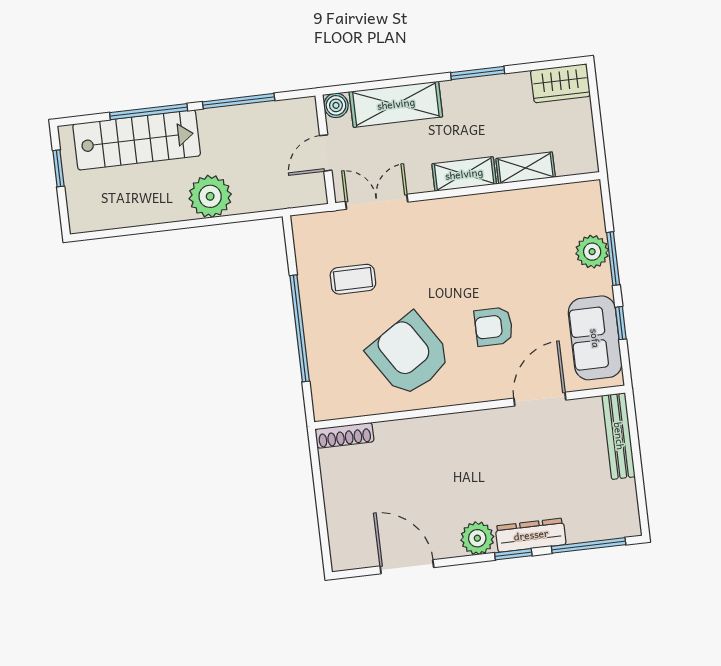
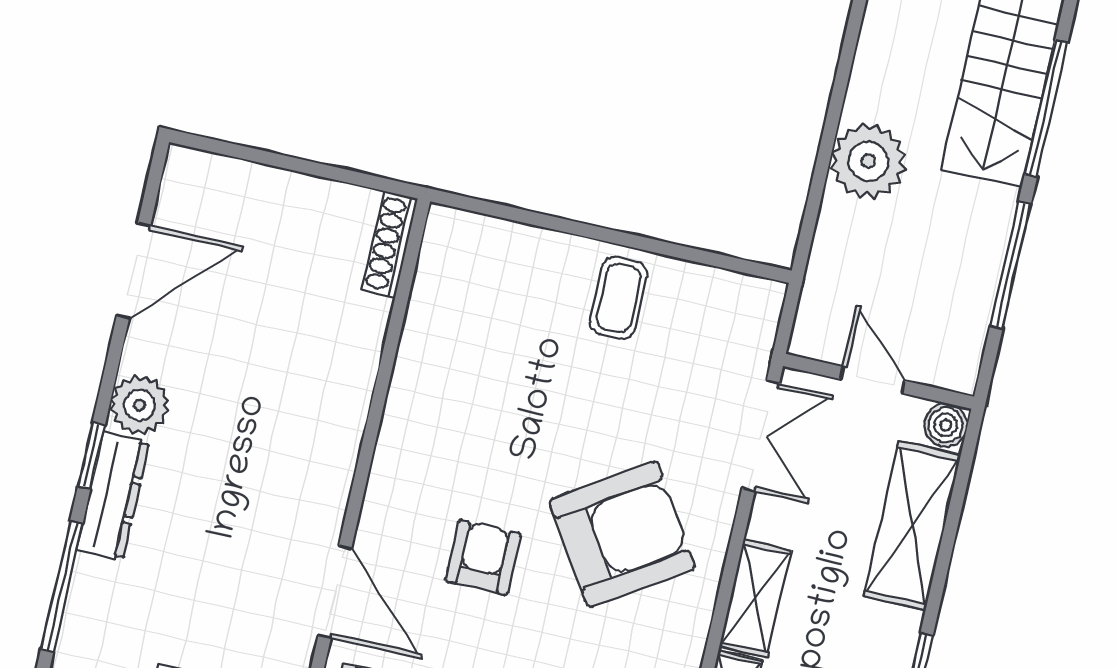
coffee table: (353, 279) -> (619, 298), moved
window: (300, 328) -> (595, 232), removed
armchair: (409, 355) -> (622, 534), moved

